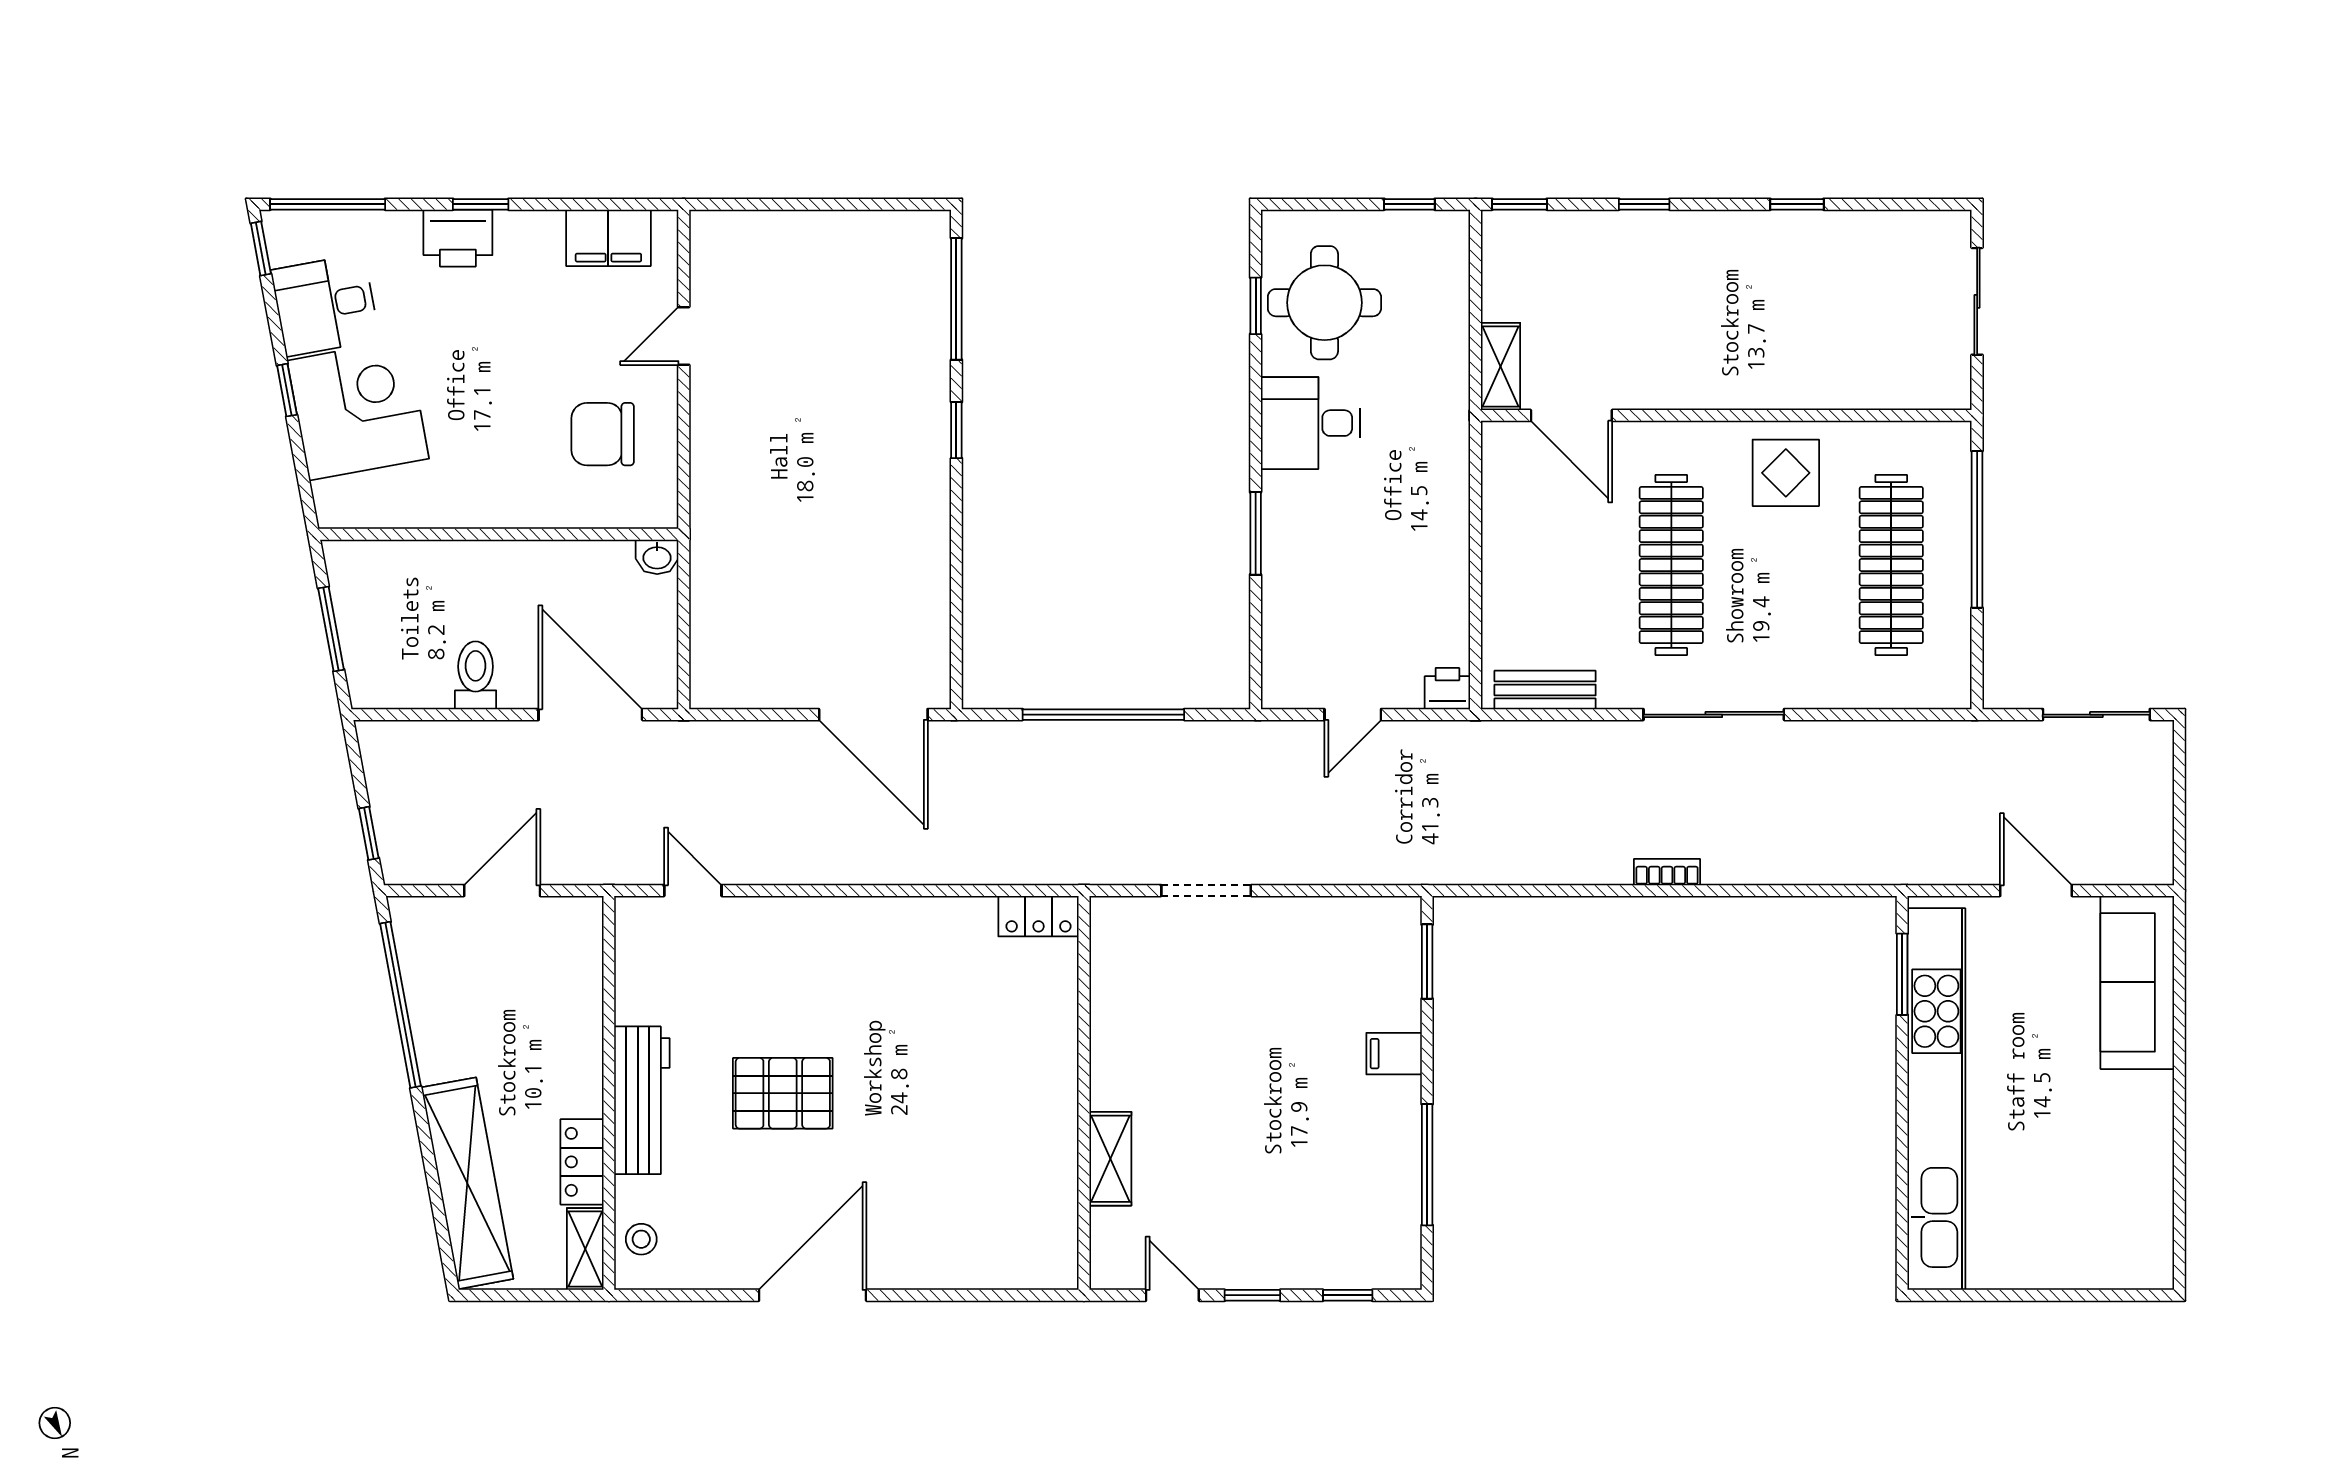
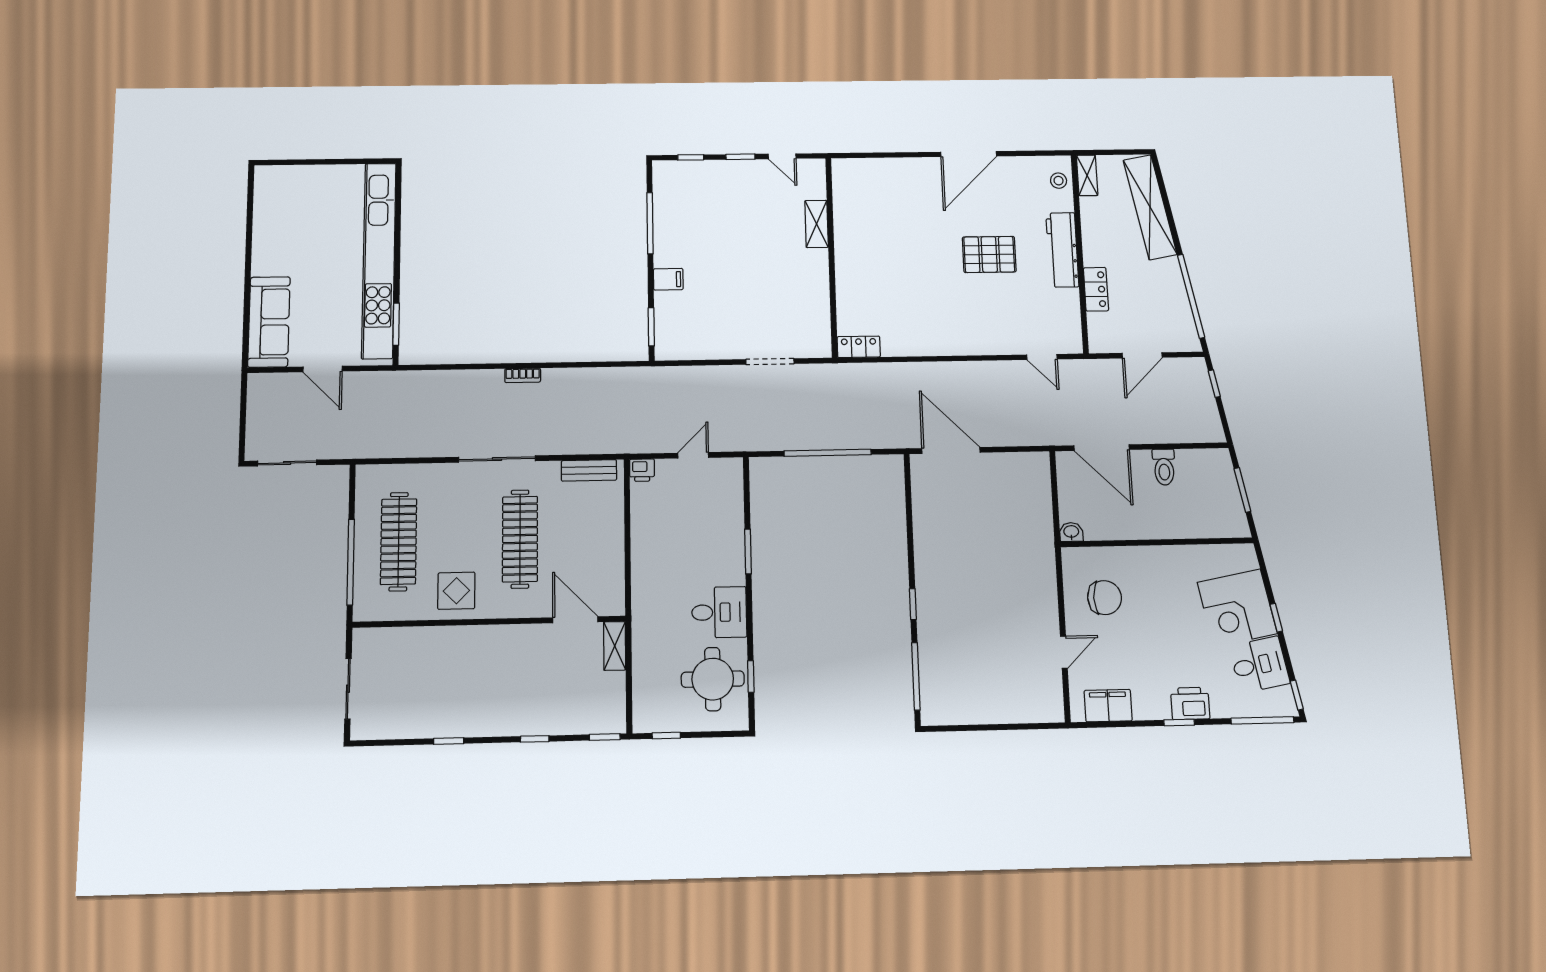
locker: (582, 1162) -> (1096, 289), moved

